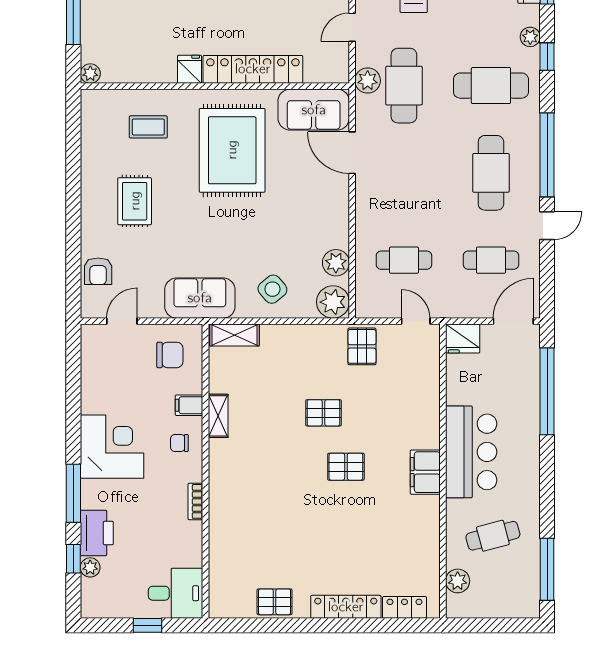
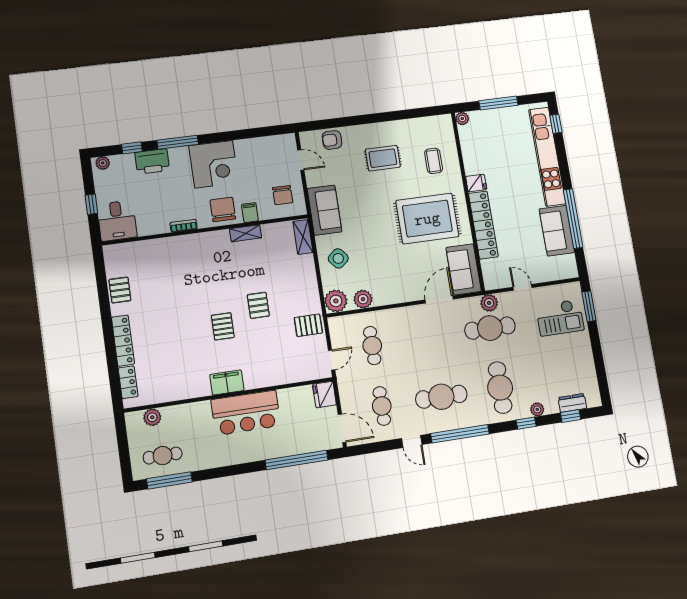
chair: (179, 443) -> (223, 209), width x1.87, depth x1.87
cafe table: (493, 536) -> (163, 456), moved, turned -75
plant: (90, 567) -> (103, 163), moved

